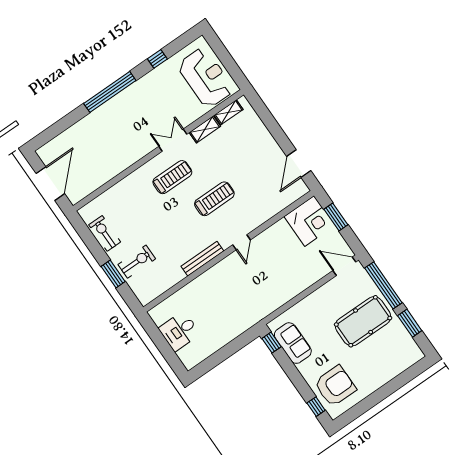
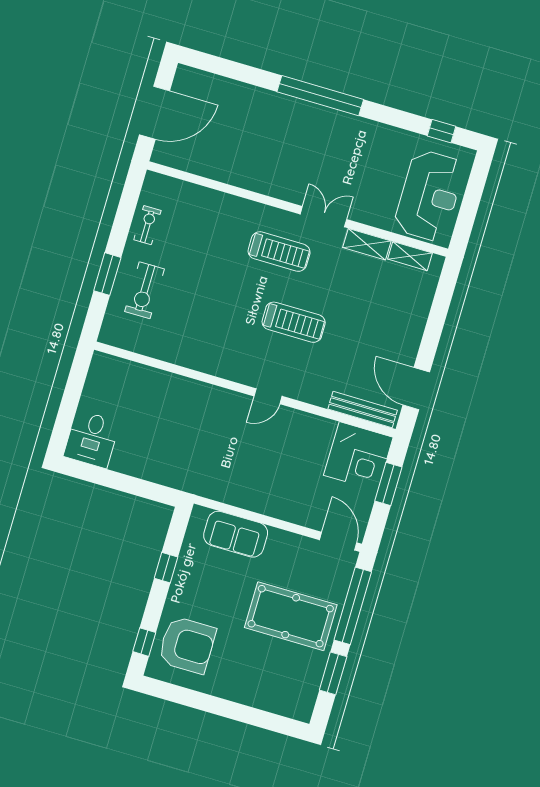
window: (157, 59) -> (441, 131), moved
door: (299, 164) -> (416, 389), hinge flipped
exercise bike: (105, 233) -> (147, 225), width x0.73, depth x0.72
bench: (202, 259) -> (363, 410), moved
exercise bike: (137, 262) -> (145, 290), turned 90
desk: (179, 331) -> (92, 439), moved, turned -90
window: (272, 343) -> (166, 568), moved
sofa: (293, 343) -> (236, 534), moved, turned 90

